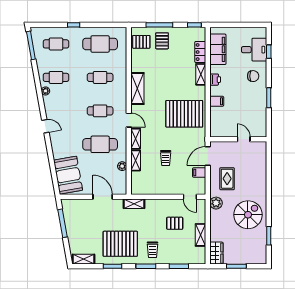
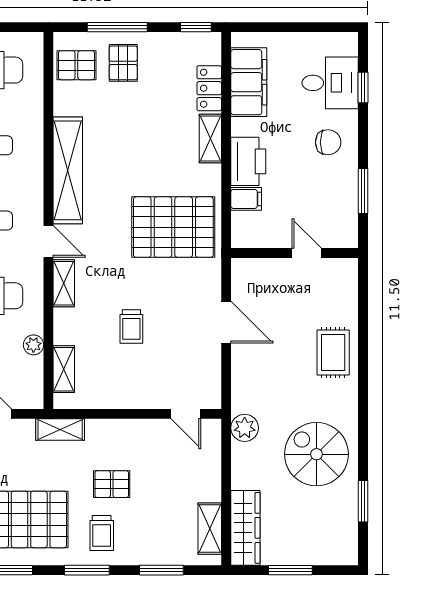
printer: (215, 80) -> (248, 161), width x1.87, depth x1.48
shelving: (137, 89) -> (68, 170), width x1.47
wall: (238, 139) -> (295, 253), moved
door: (244, 139) -> (307, 253), moved
door: (208, 156) -> (226, 322), swing flipped
shelving: (136, 161) -> (64, 369), moved
filing cabinet: (199, 172) -> (207, 359), removed
rug: (227, 179) -> (333, 353), moved
spiral stairs: (248, 215) -> (316, 454), turned -90
pallet: (175, 223) -> (112, 484), moved
shelving: (201, 235) -> (210, 529), moved
wardrobe: (216, 253) -> (245, 528), width x1.50

